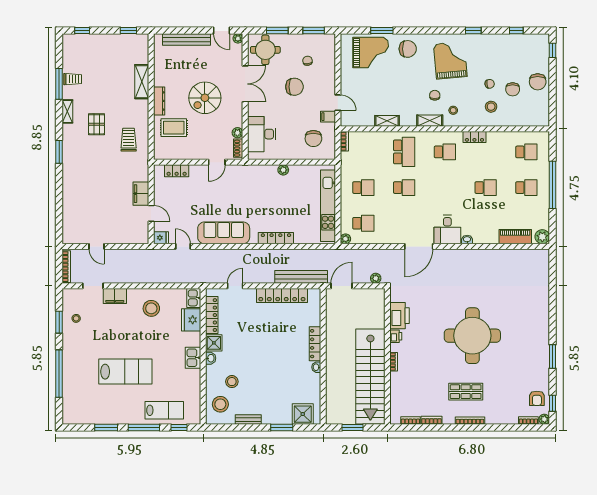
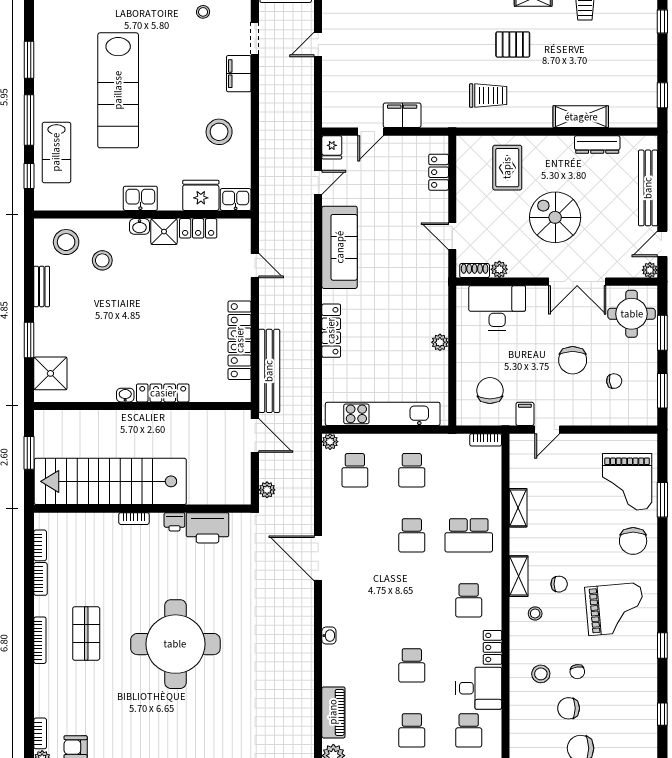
dresser: (159, 101) -> (597, 144), moved
chair: (313, 139) -> (490, 391), turned 90
desk: (447, 230) -> (479, 688), moved, turned 180
locker: (212, 315) -> (198, 228), width x0.66
lab bench: (125, 372) -> (118, 90), width x1.36

